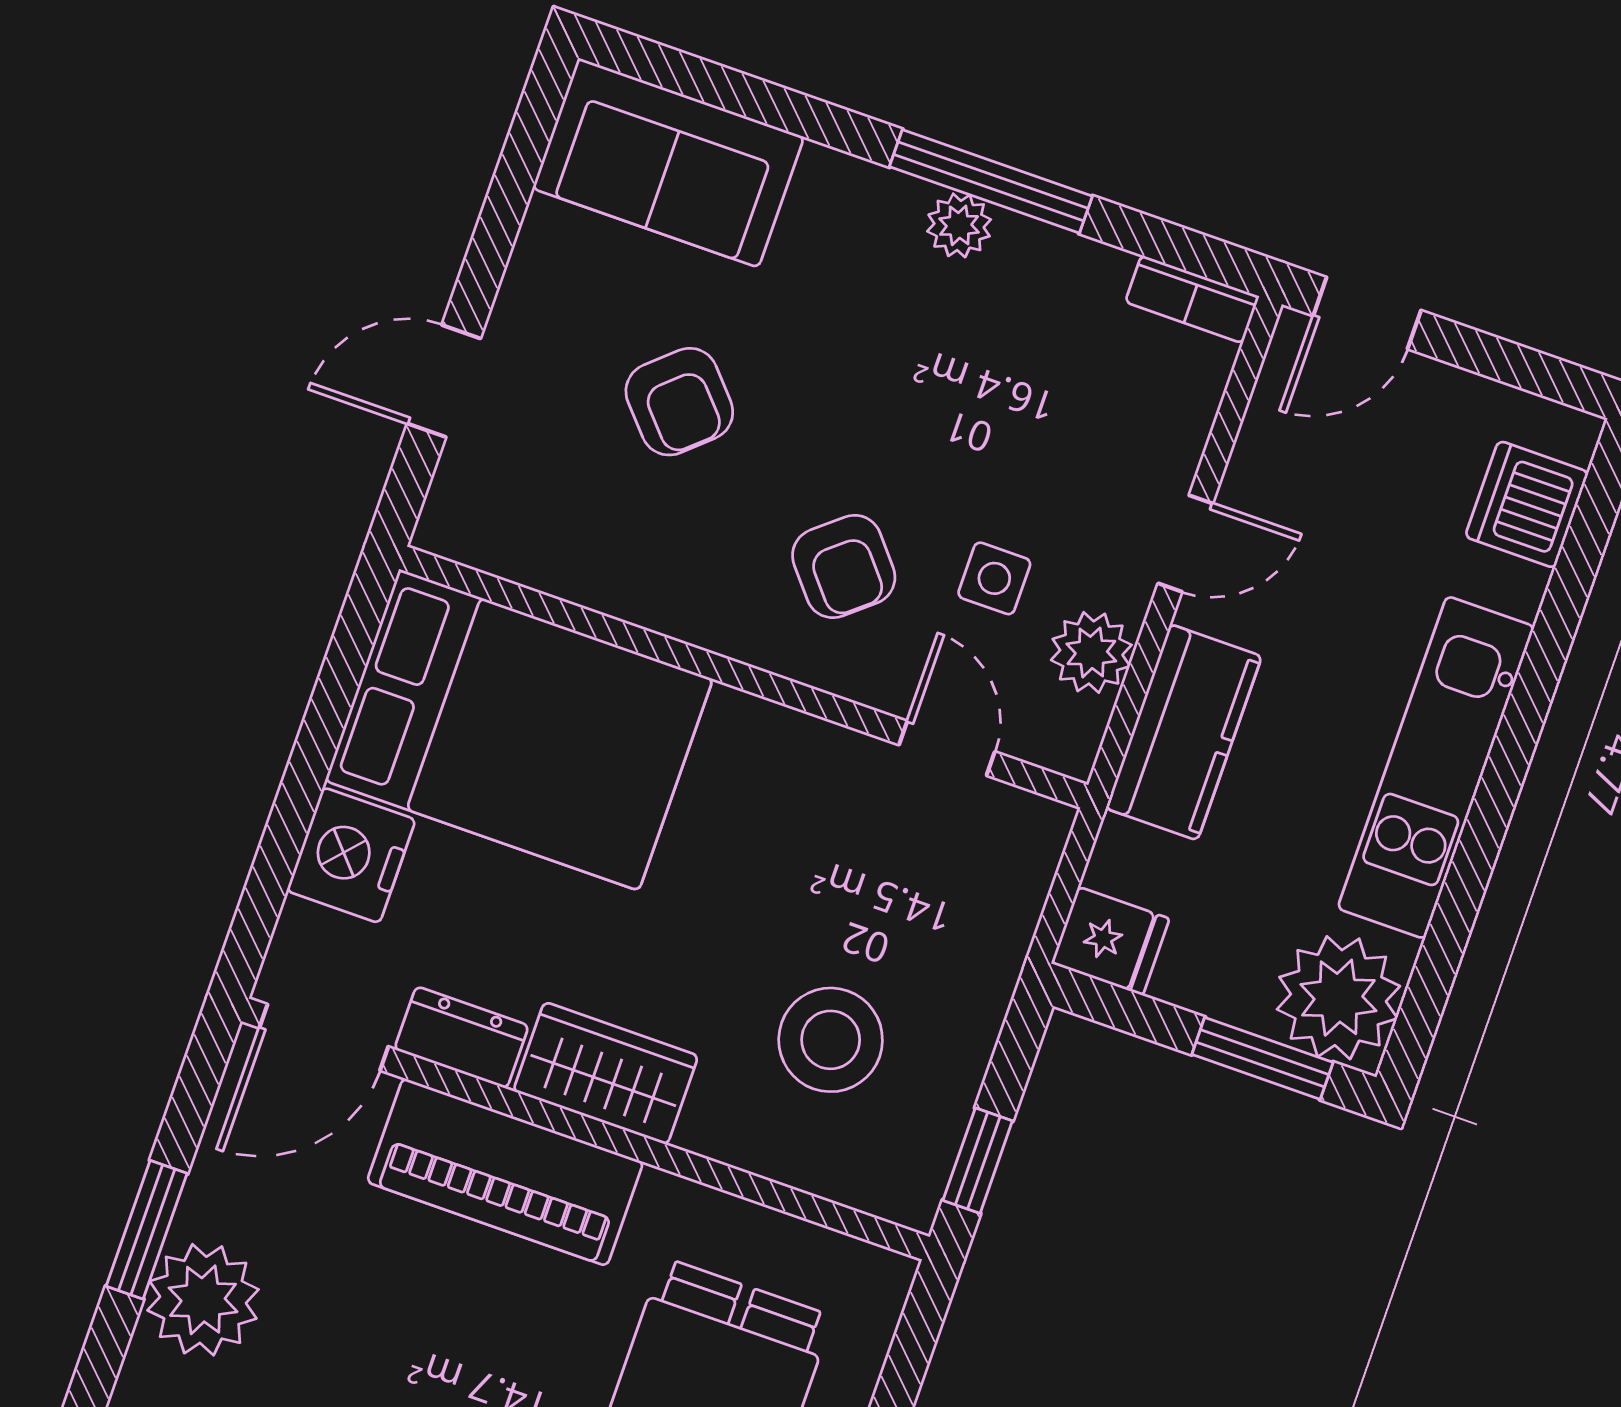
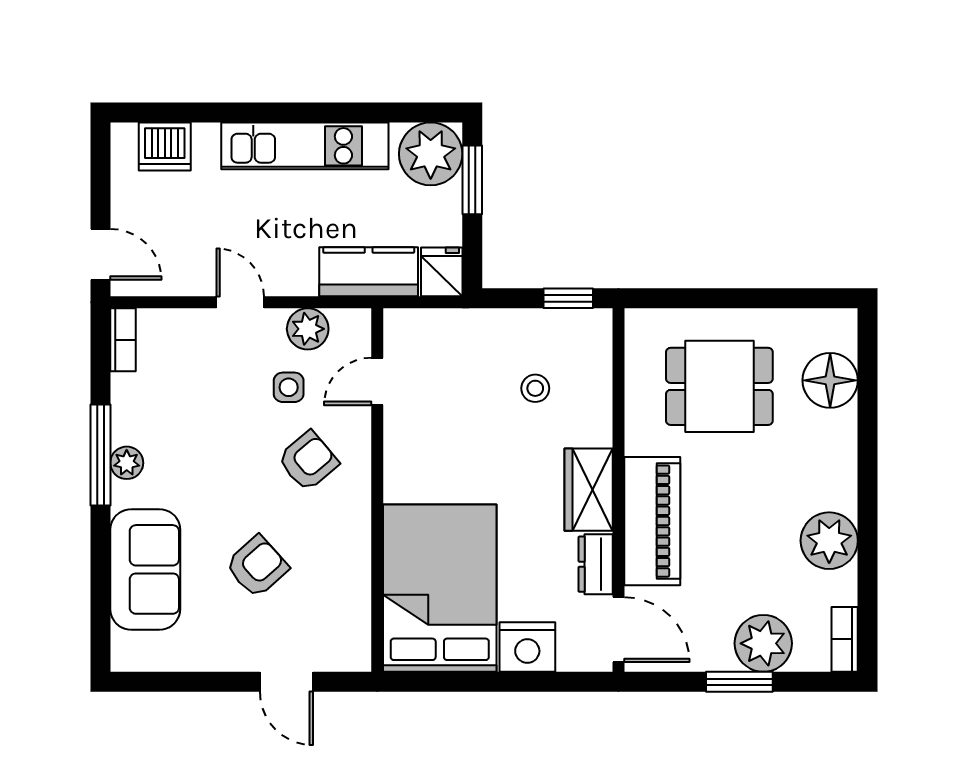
sofa: (668, 163) -> (145, 569), moved
kitchen counter: (1184, 732) -> (369, 272), moved
stool: (831, 1040) -> (535, 388), width x0.53, depth x0.53

